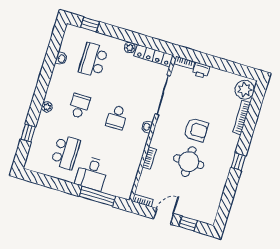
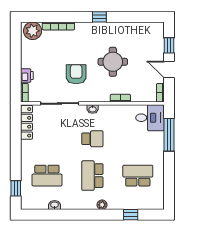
plant: (130, 48) -> (26, 146), removed
school desk: (79, 106) -> (92, 176), width x1.85
armchair: (196, 130) -> (76, 74), moved
desk: (92, 174) -> (150, 118), moved

